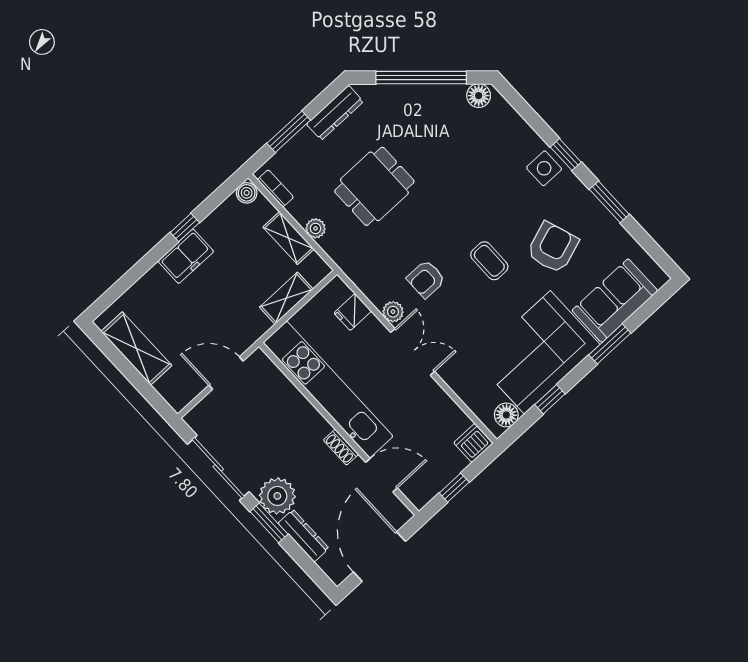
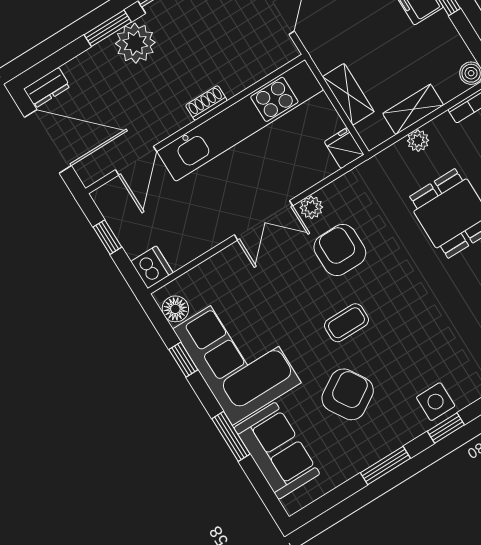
armchair: (553, 248) -> (348, 394), turned -103
armchair: (426, 279) -> (340, 250), width x1.38, depth x1.38
fridge: (353, 312) -> (344, 148), moved
shoe rack: (341, 447) -> (206, 103), moved
dresser: (303, 536) -> (47, 88), moved, width x0.70

